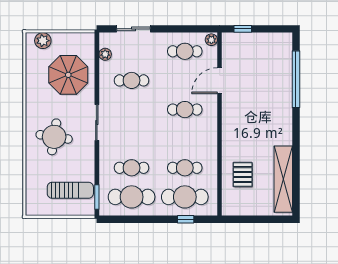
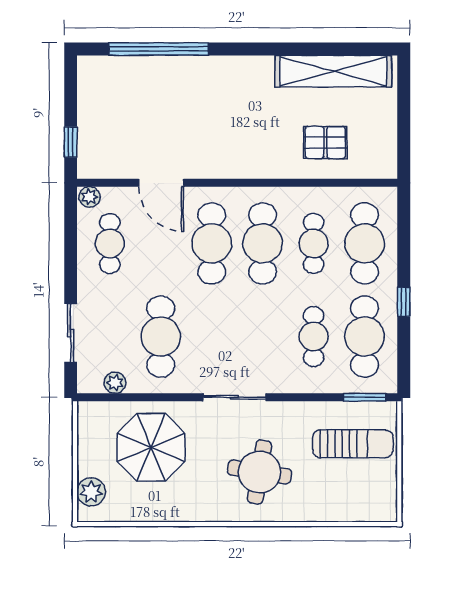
cafe table: (132, 80) -> (161, 337), width x1.37, depth x1.35
cafe table: (185, 110) -> (212, 243), width x1.37, depth x1.35
cafe table: (185, 139) -> (263, 243), added
sun lounger: (70, 190) -> (353, 444), turned 90
window: (186, 219) -> (404, 302), moved

